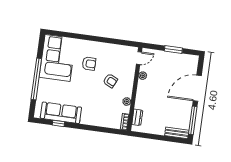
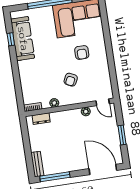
door: (197, 88) -> (103, 169), moved

